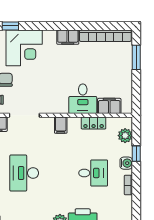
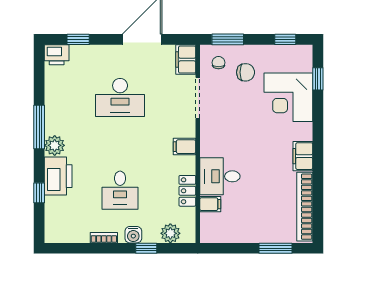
filing cabinet: (109, 106) -> (210, 204), width x0.50
desk: (24, 173) -> (120, 97), turned 180

